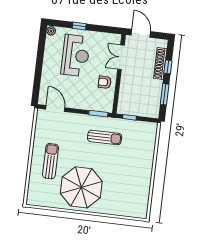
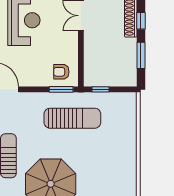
armchair: (105, 82) -> (61, 72), moved
sun lounger: (105, 137) -> (72, 118), width x1.36, depth x1.34

